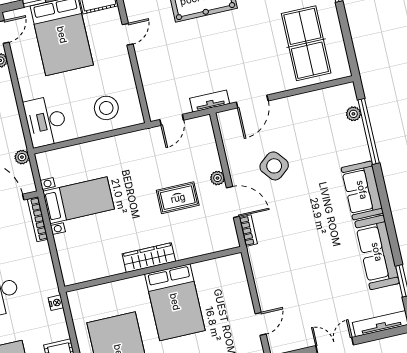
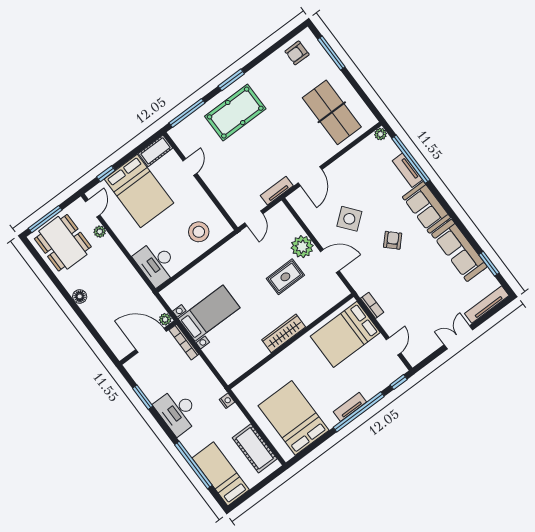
plant: (353, 114) -> (380, 134), moved
tv unit: (359, 142) -> (407, 170), added
plant: (22, 157) -> (165, 319), moved
plant: (217, 178) -> (302, 247), width x1.87, depth x1.87
armchair: (310, 210) -> (393, 240), added
bookcase: (248, 231) -> (372, 305), moved
bed: (175, 302) -> (345, 334), moved, turned 90

